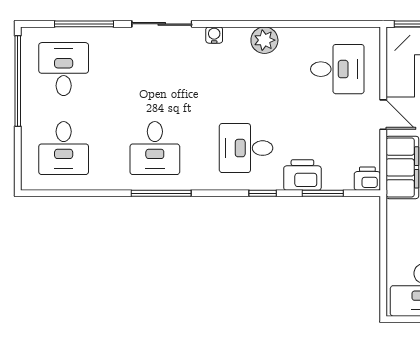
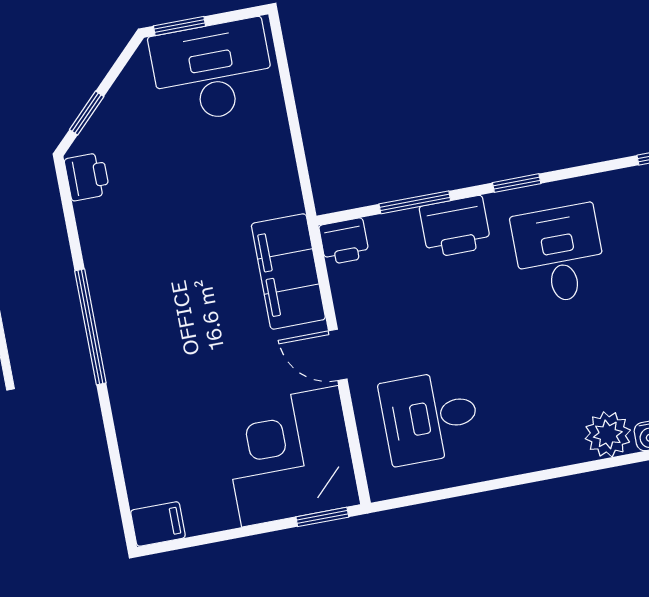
plant: (264, 40) -> (608, 434), moved
desk: (246, 148) -> (559, 254), turned -90

